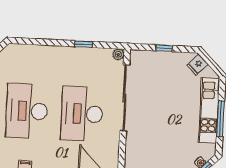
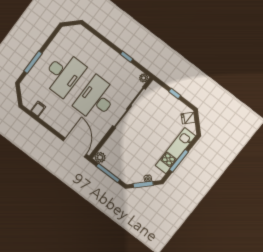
desk: (27, 111) -> (63, 74), turned 180

